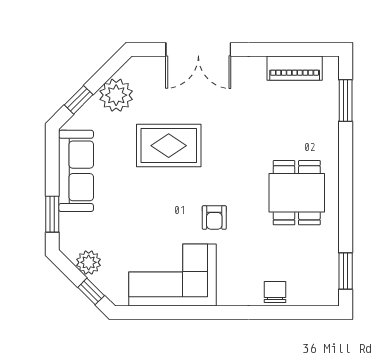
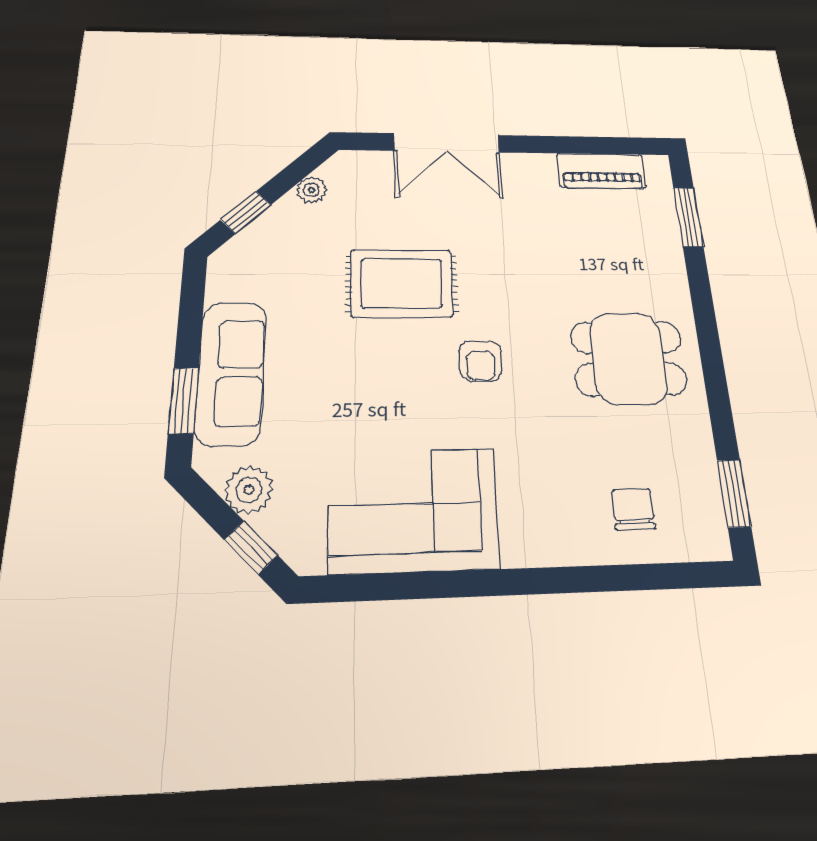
plant: (116, 95) -> (312, 190), width x0.53, depth x0.53
sofa: (76, 171) -> (231, 373), moved
dining table: (297, 193) -> (628, 358), turned 90
armchair: (214, 218) -> (480, 361), moved
chair: (275, 292) -> (633, 509), moved

